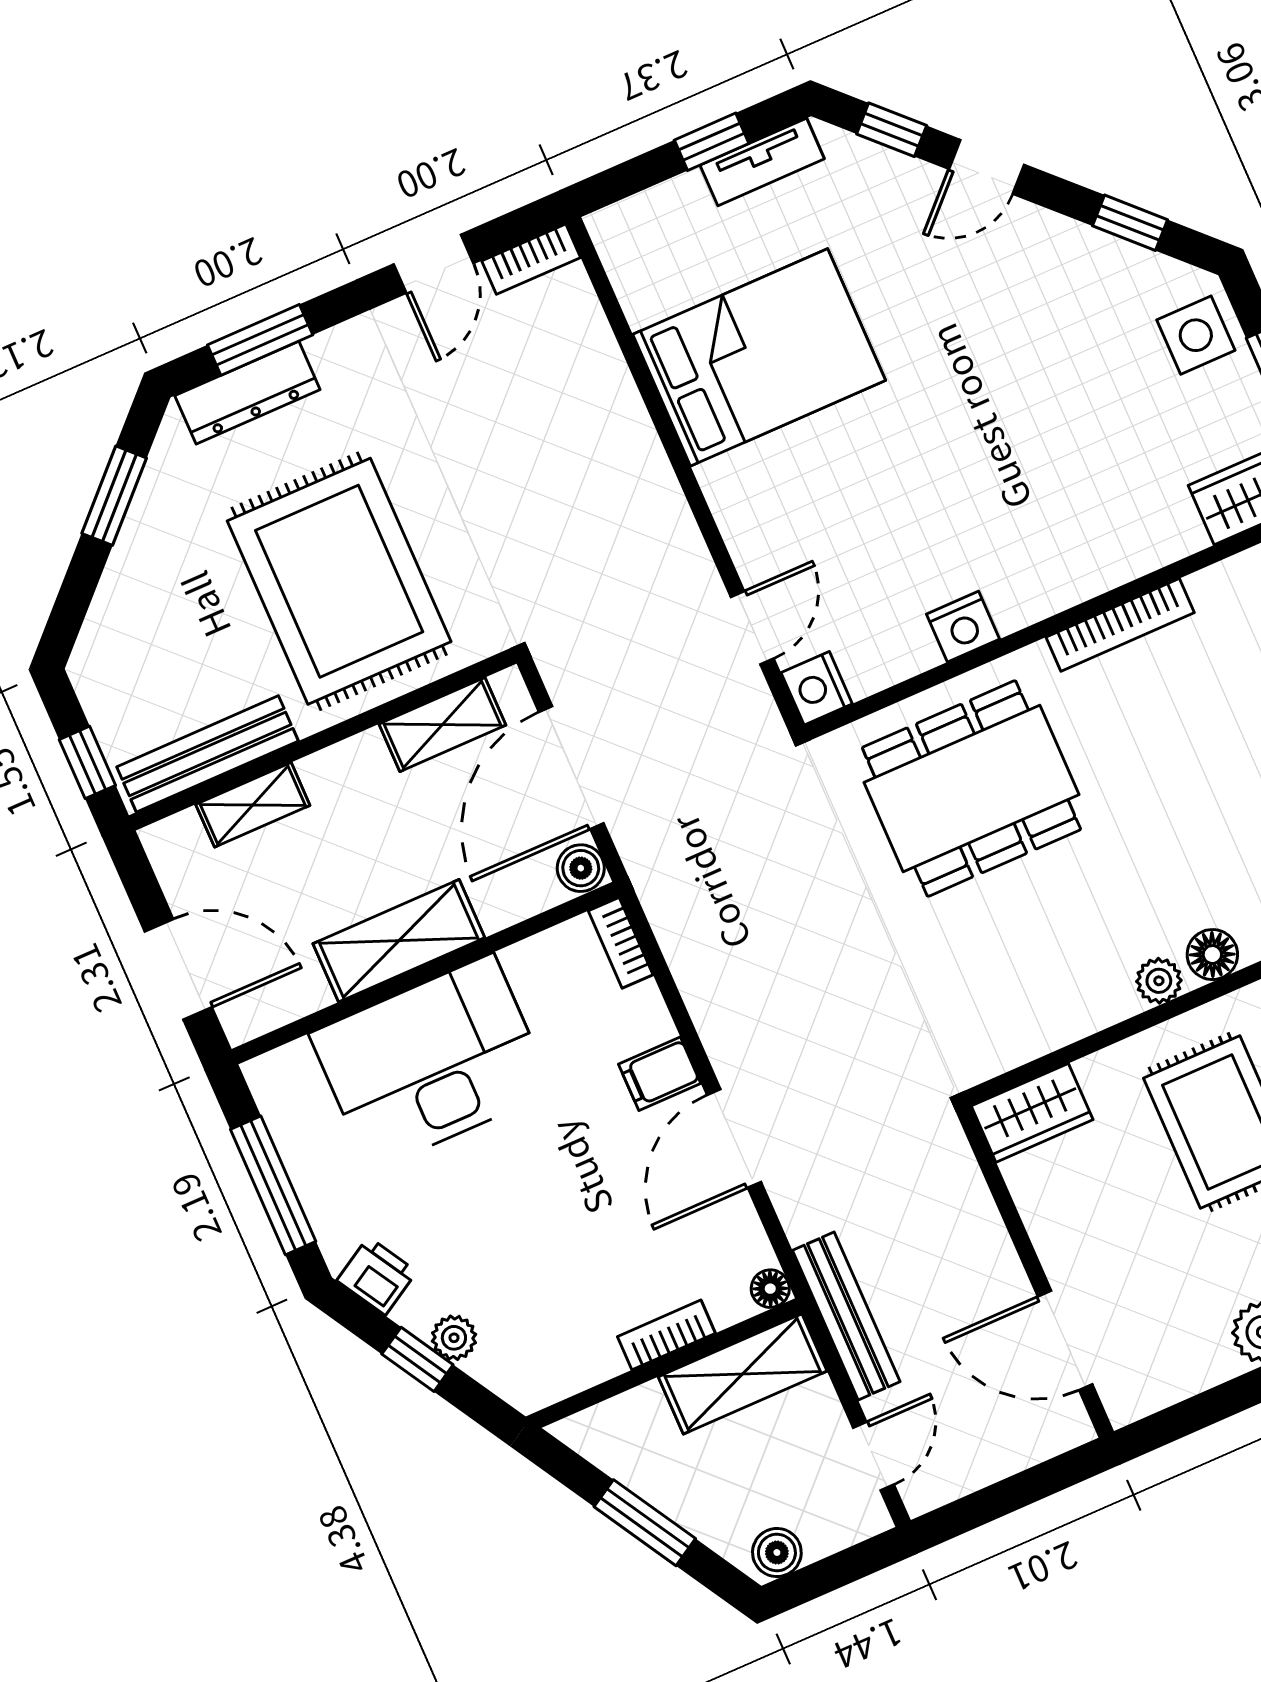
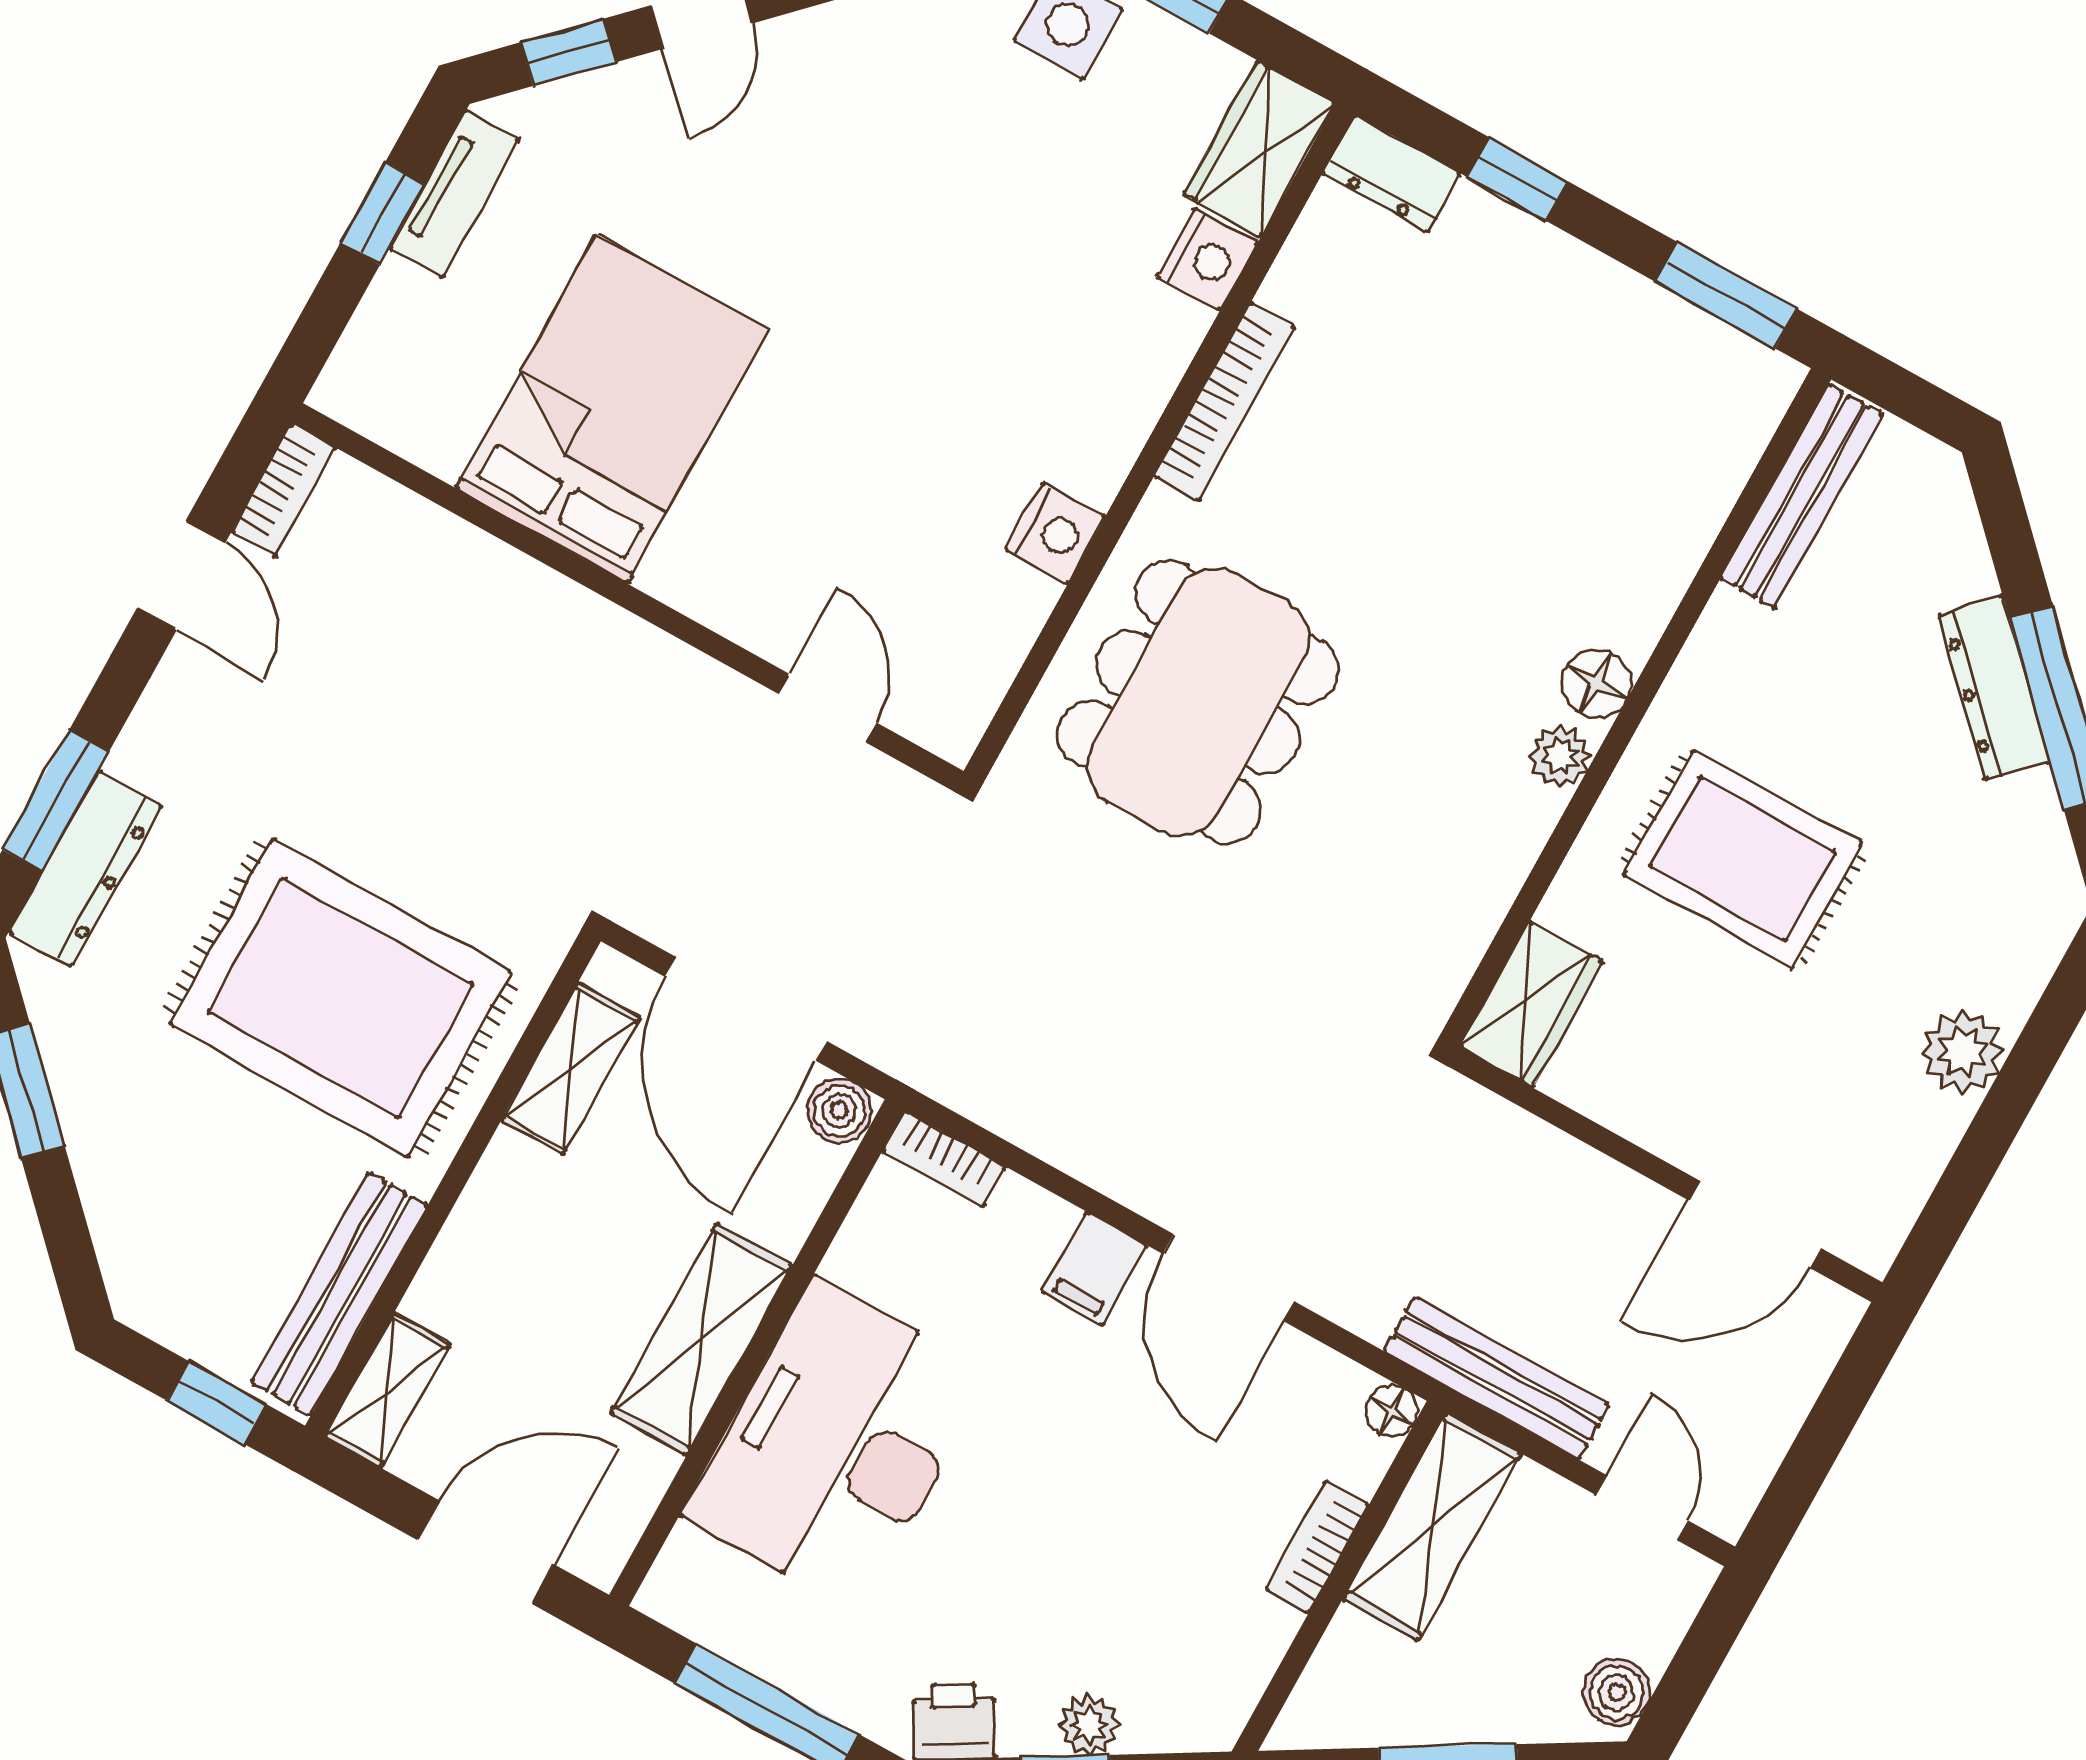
nightstand: (817, 688) -> (1207, 259), moved, turned -90
shelving: (253, 805) -> (387, 1390), moved

